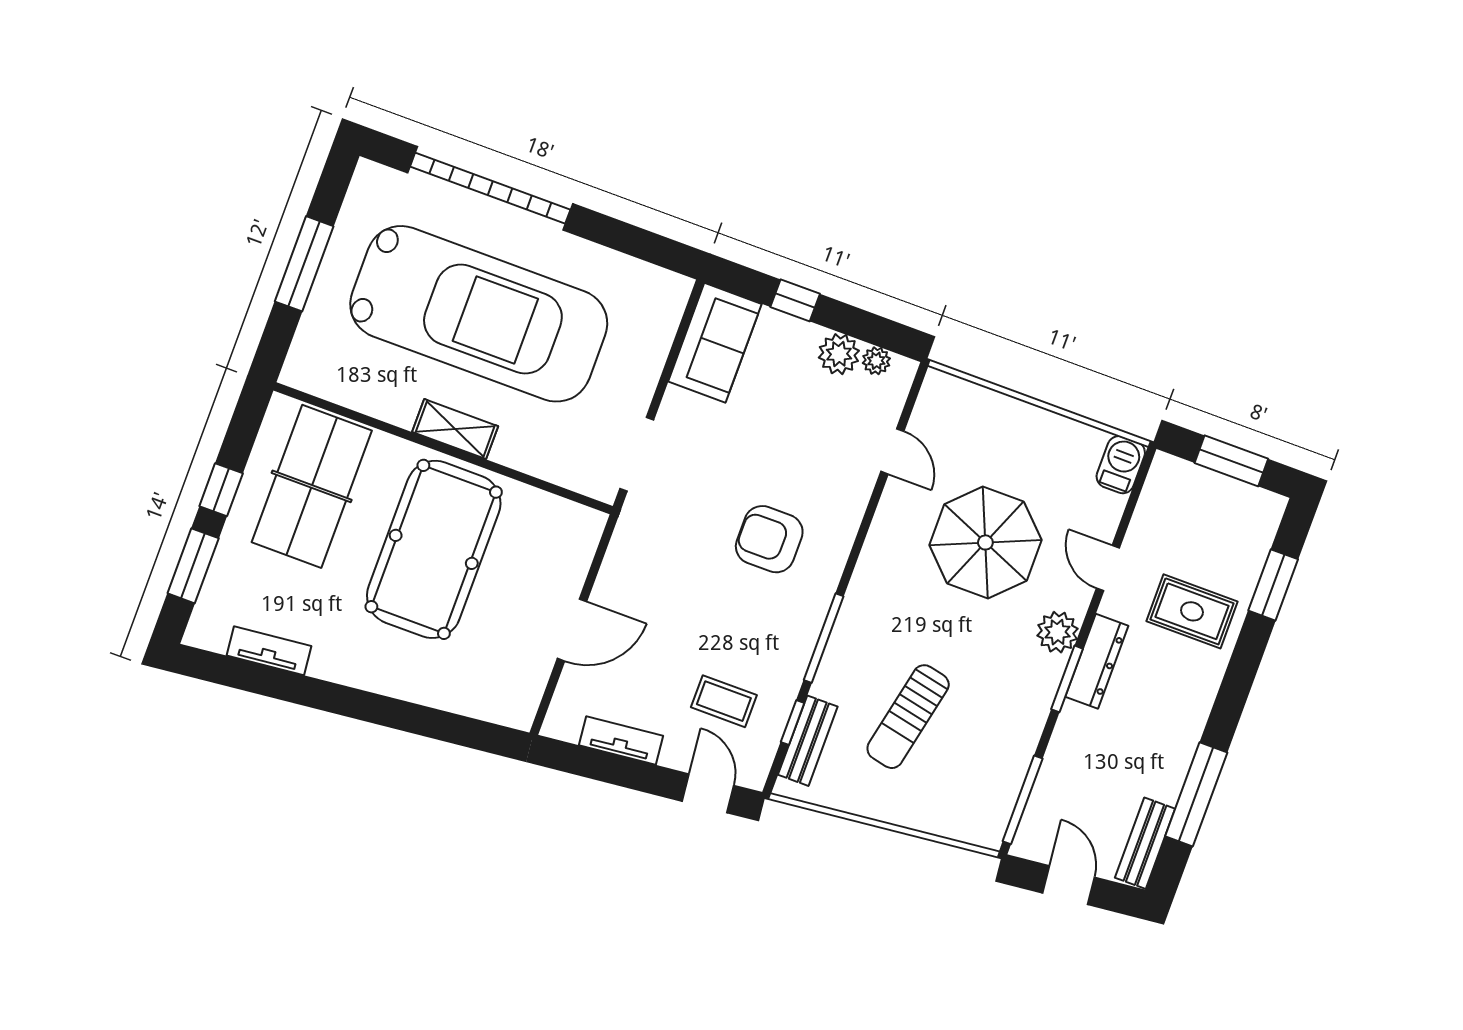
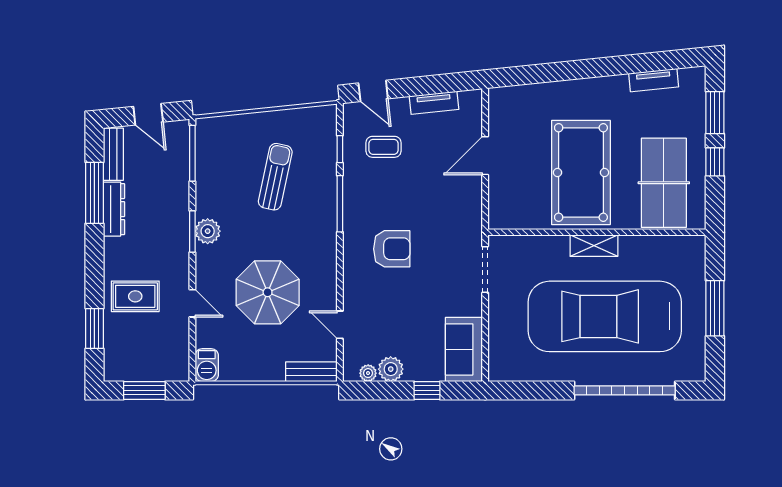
plant: (1057, 632) -> (208, 231), moved
dresser: (1097, 661) -> (114, 209), moved, turned 180
bench: (808, 741) -> (311, 372), moved, turned 90

